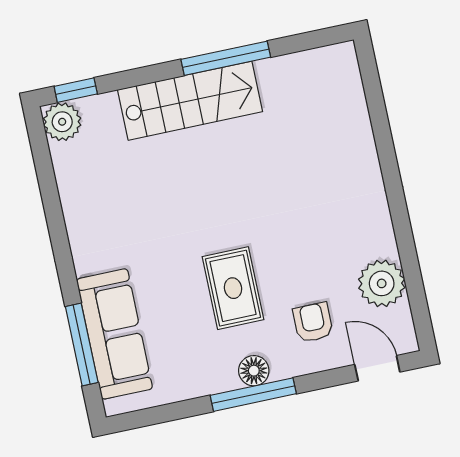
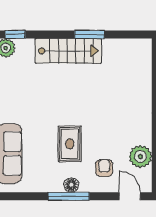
window: (226, 58) -> (89, 34), width x0.69

